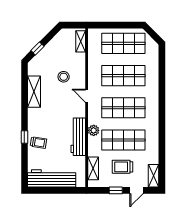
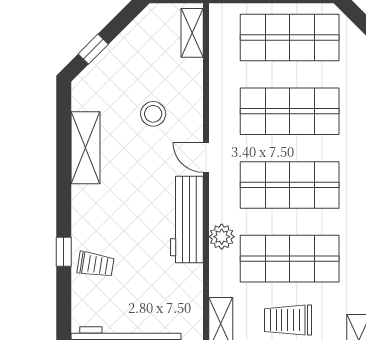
workbench: (78, 137) -> (187, 219), moved

